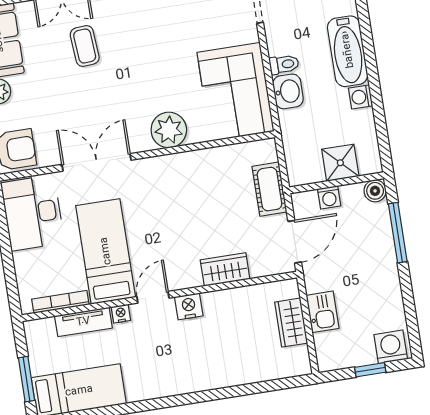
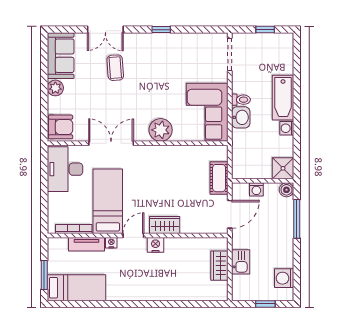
shower: (340, 163) -> (283, 168), moved
wardrobe: (225, 269) -> (165, 225), moved
washing machine: (391, 347) -> (284, 278), moved, turned -90

